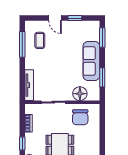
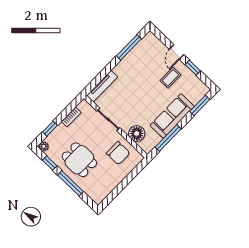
coffee table: (40, 40) -> (170, 78), moved
window: (102, 77) -> (168, 138), width x1.44
chair: (80, 117) -> (118, 153), turned -90

